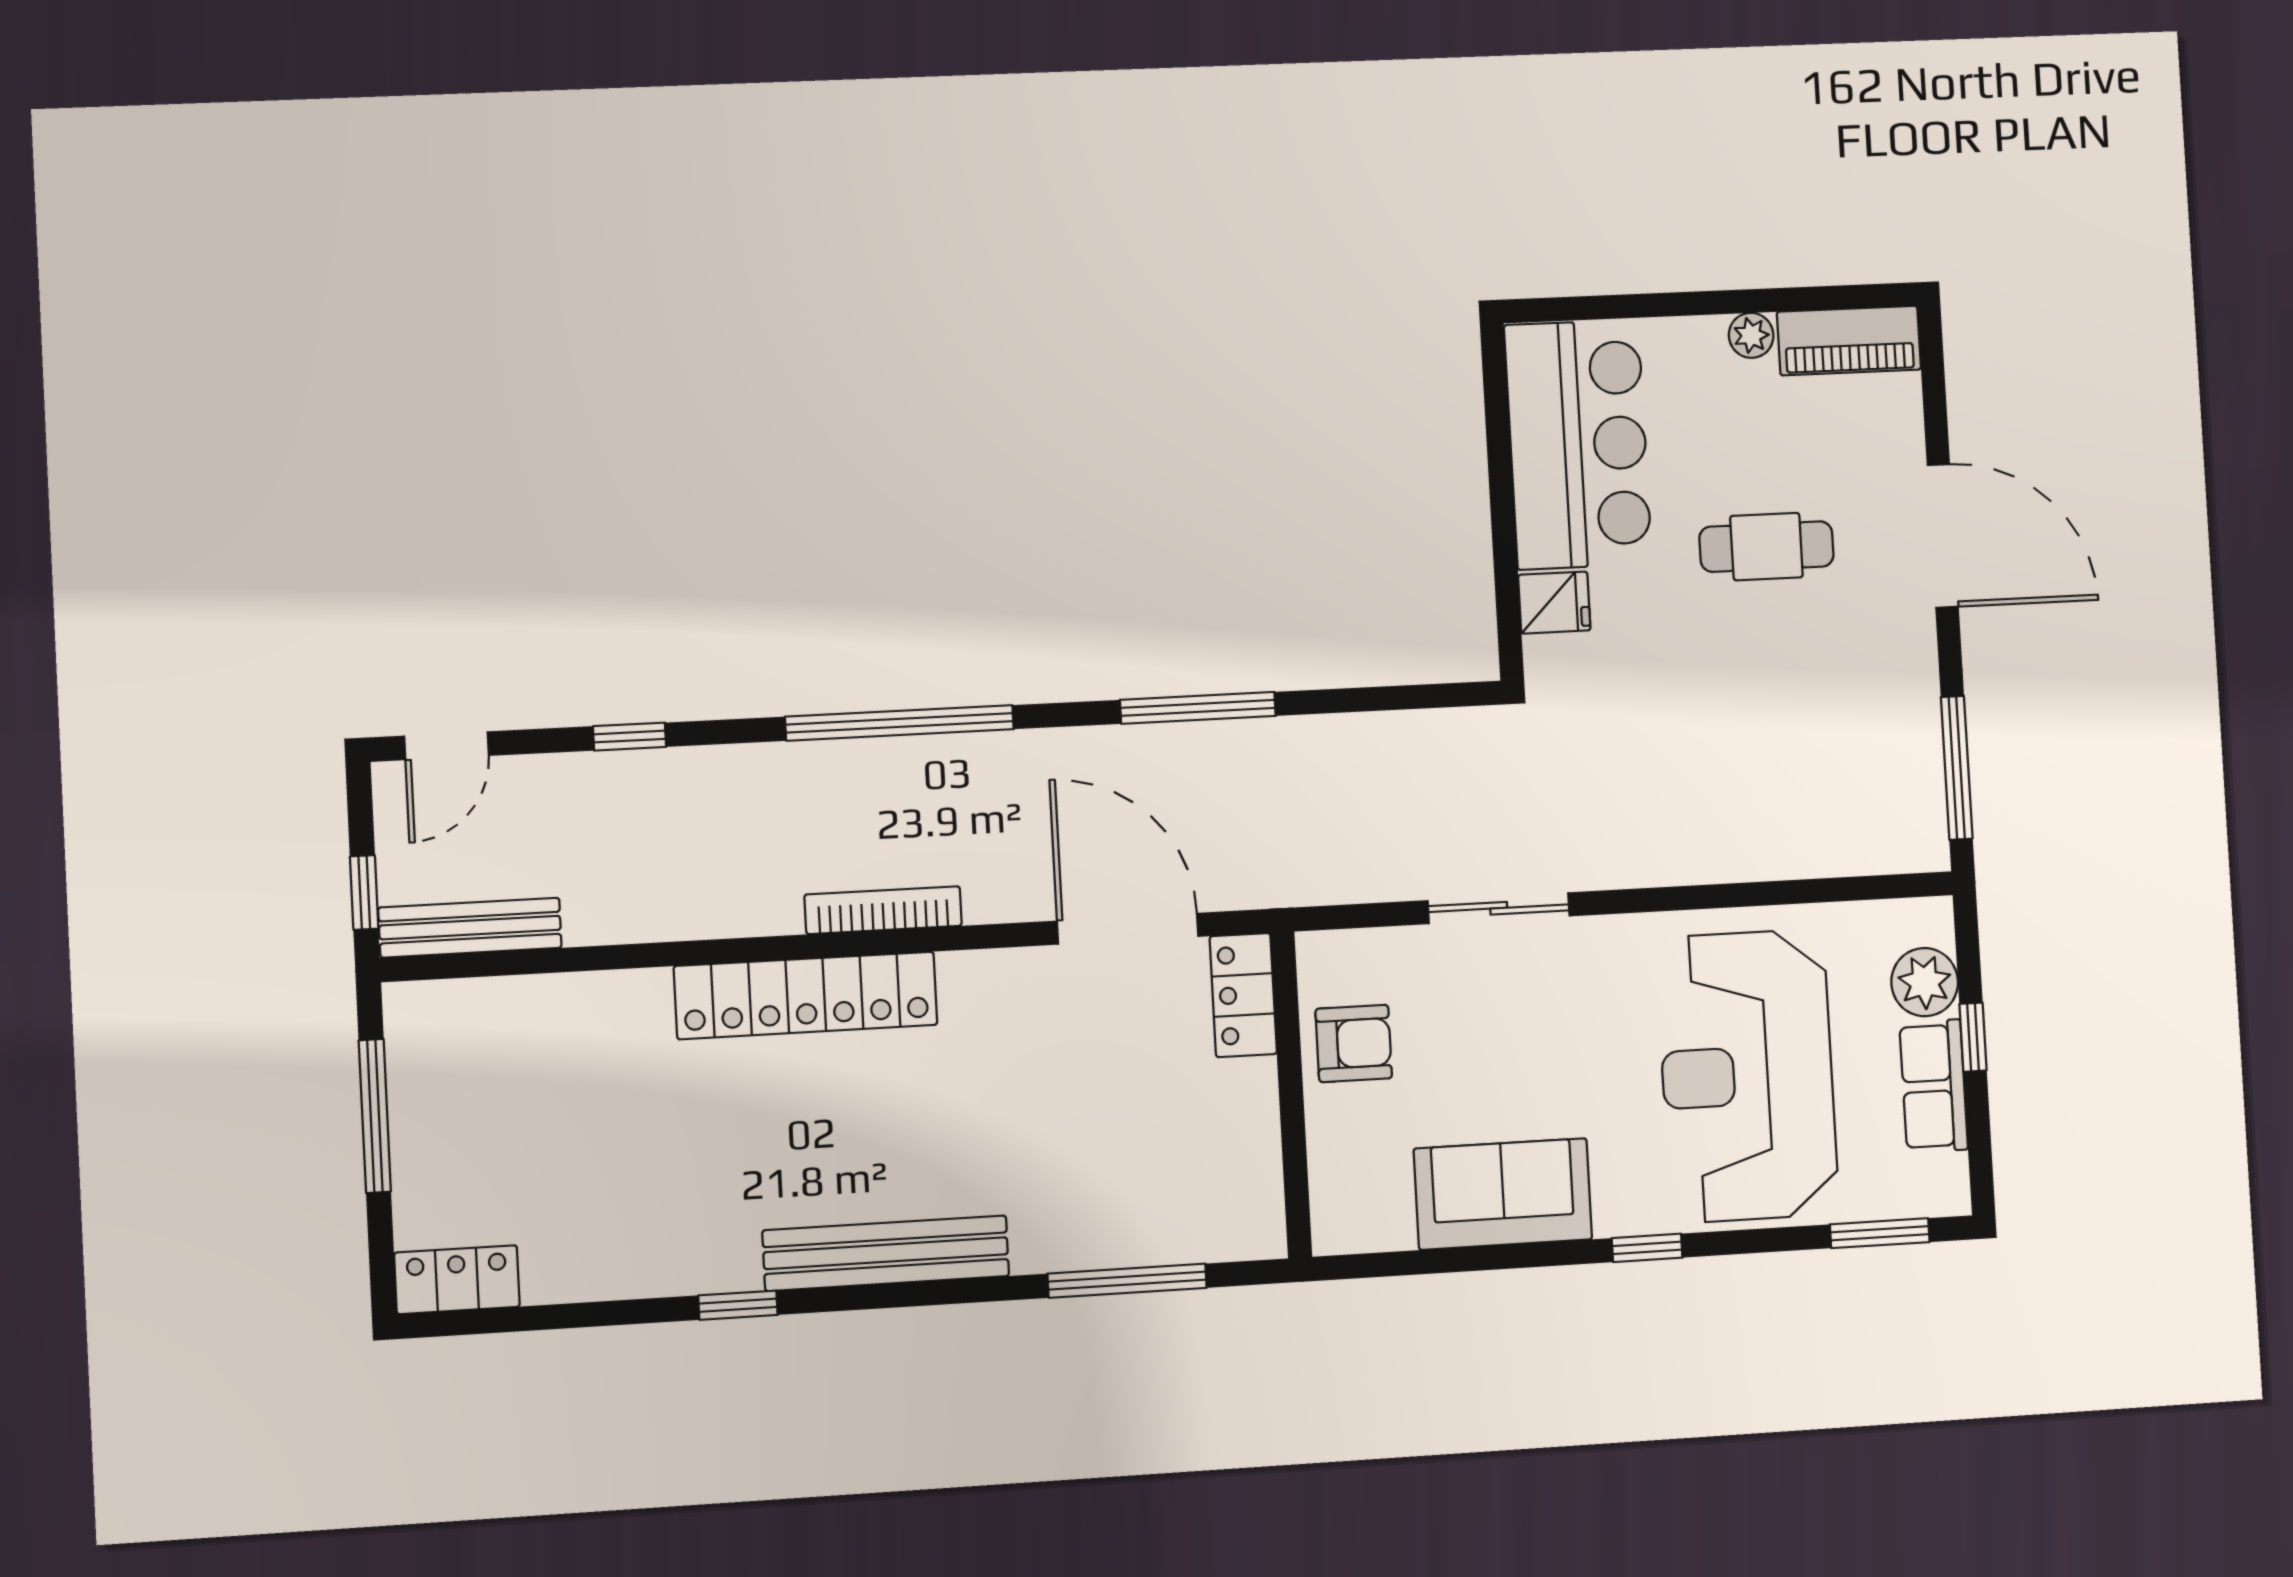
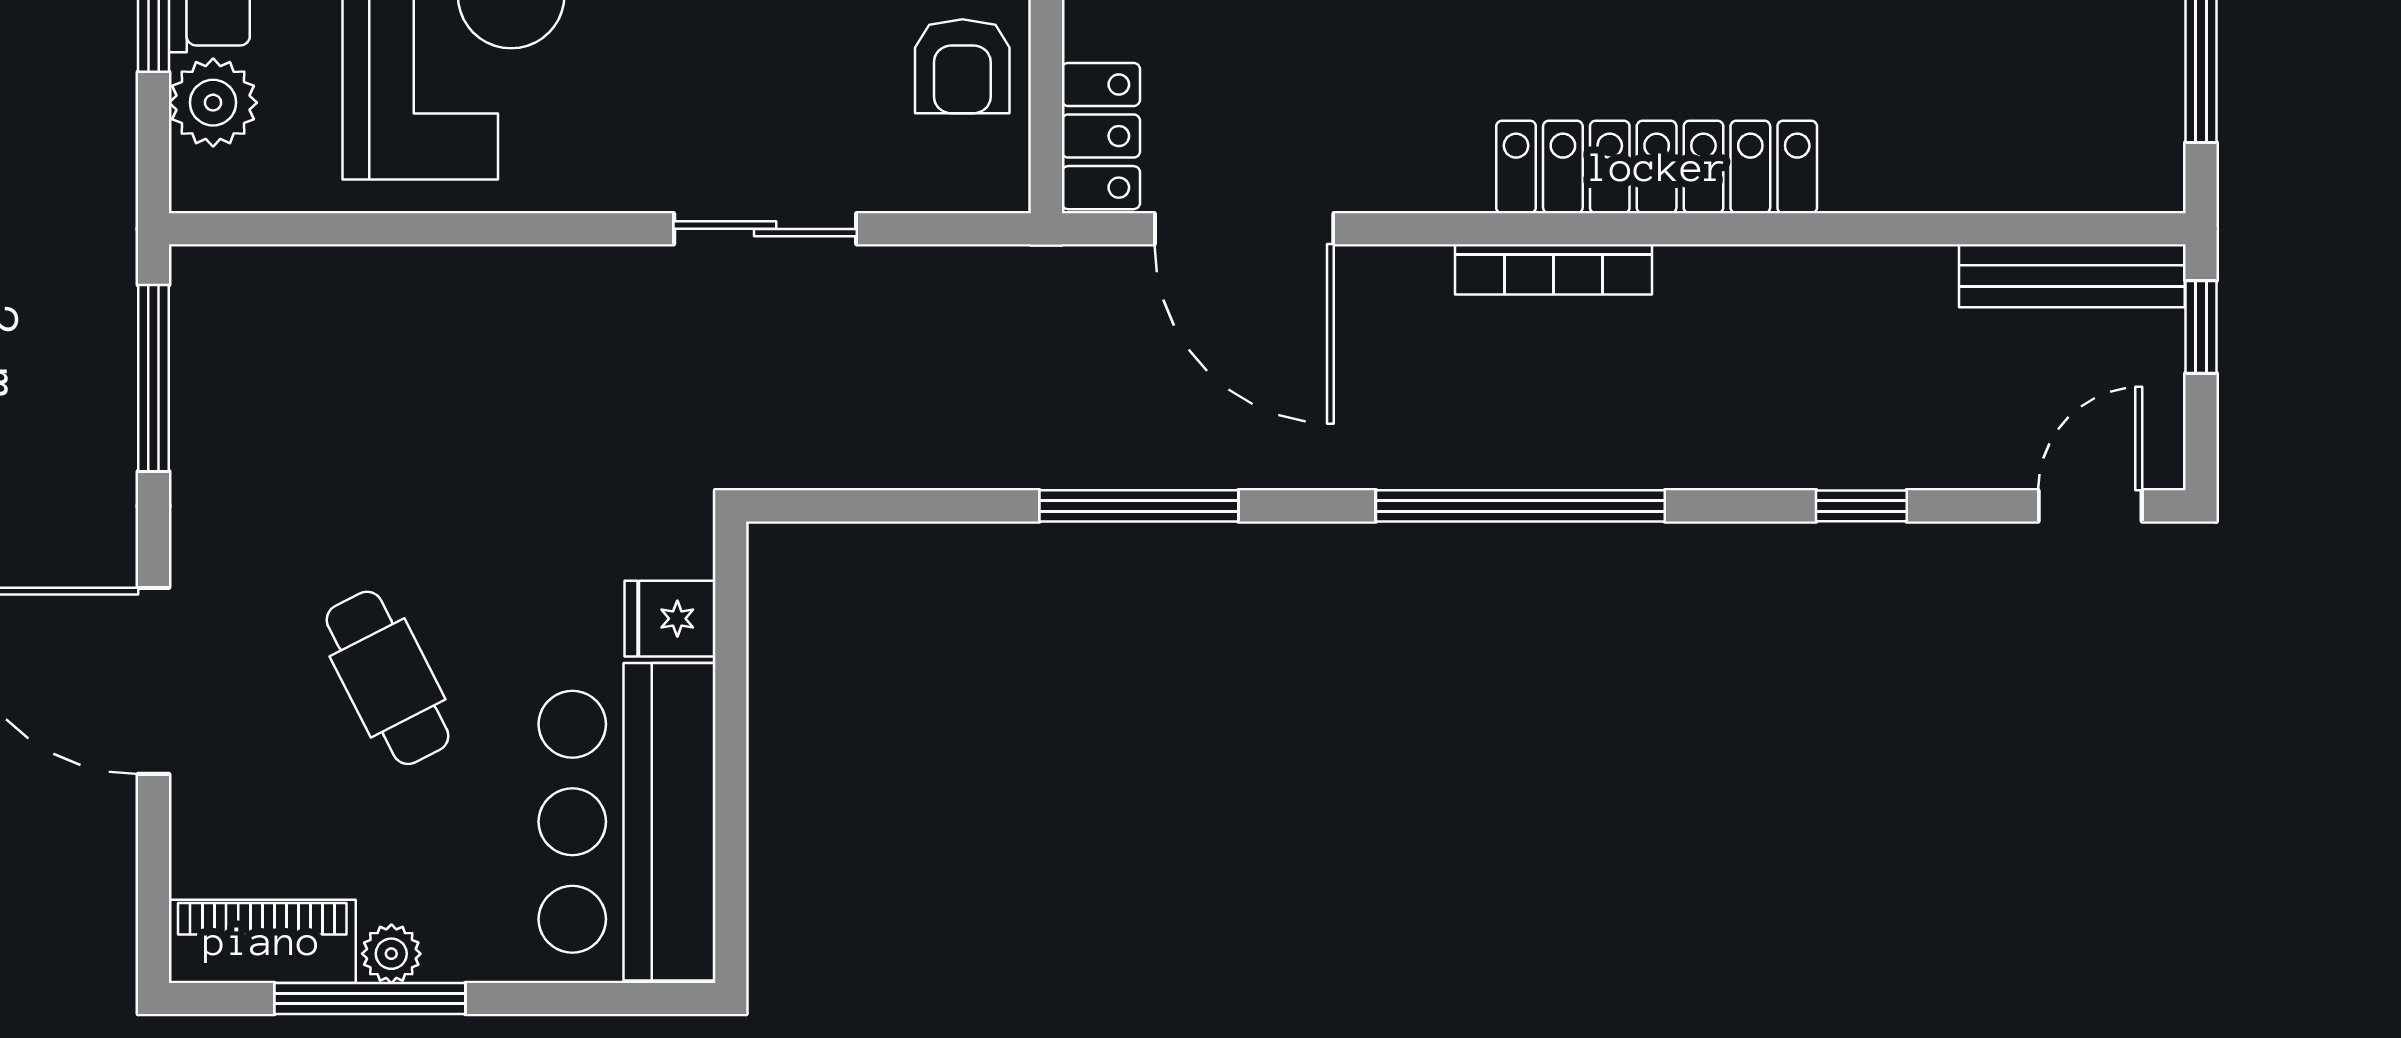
window: (1765, 300) -> (370, 999), added
cafe table: (1766, 547) -> (388, 678), turned 63
armchair: (1354, 1043) -> (962, 66), turned -90

